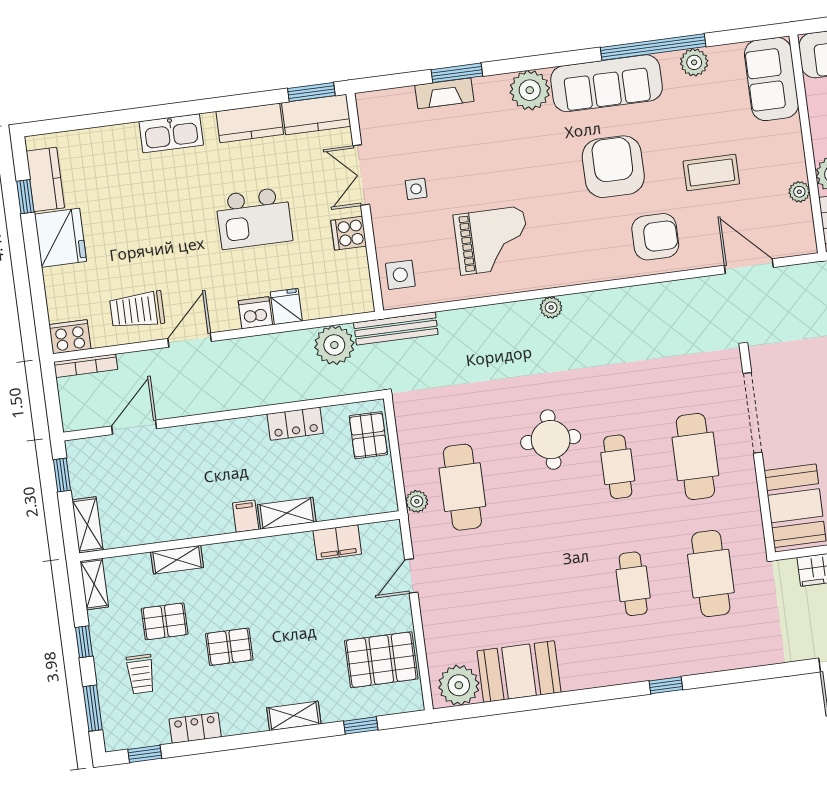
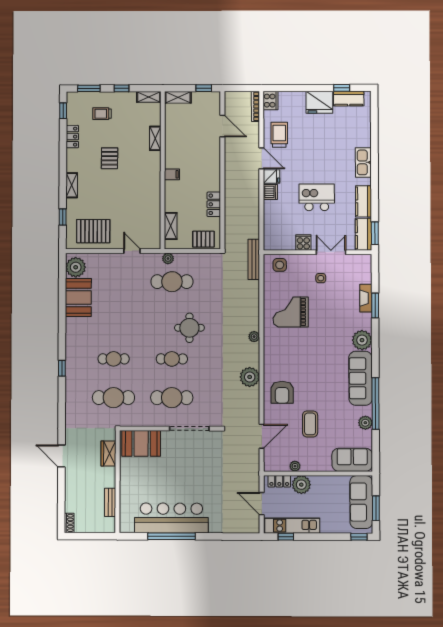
armchair: (613, 167) -> (319, 376), removed
kitchen island: (254, 218) -> (317, 197), turned 90
grand piano: (492, 241) -> (291, 312), turned 90
fridge: (286, 307) -> (271, 177), moved
plant: (334, 345) -> (250, 377), moved
shelving: (287, 513) -> (171, 226), moved
filing cabinet: (337, 542) -> (153, 217), removed
pallet: (165, 621) -> (126, 129), removed
pallet: (381, 660) -> (93, 231), turned 90

